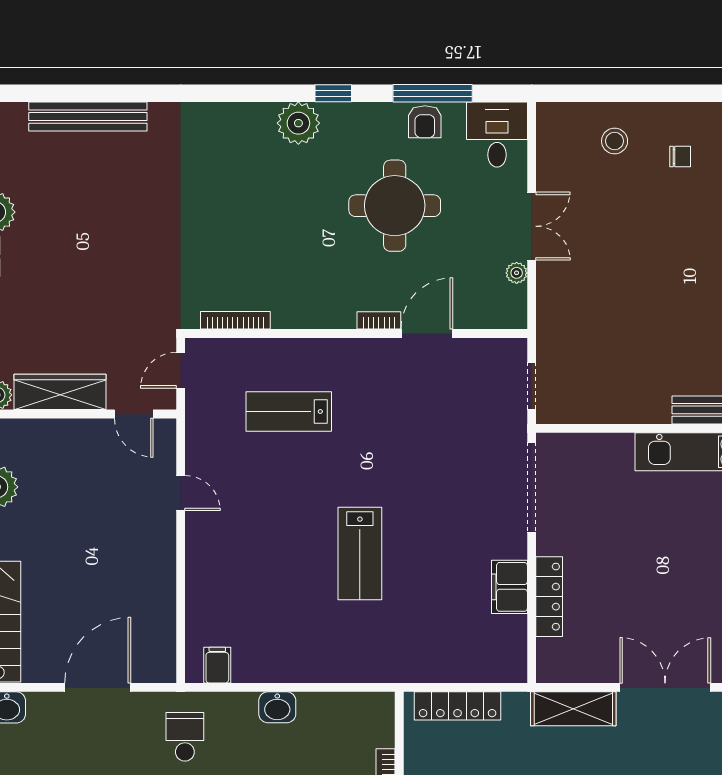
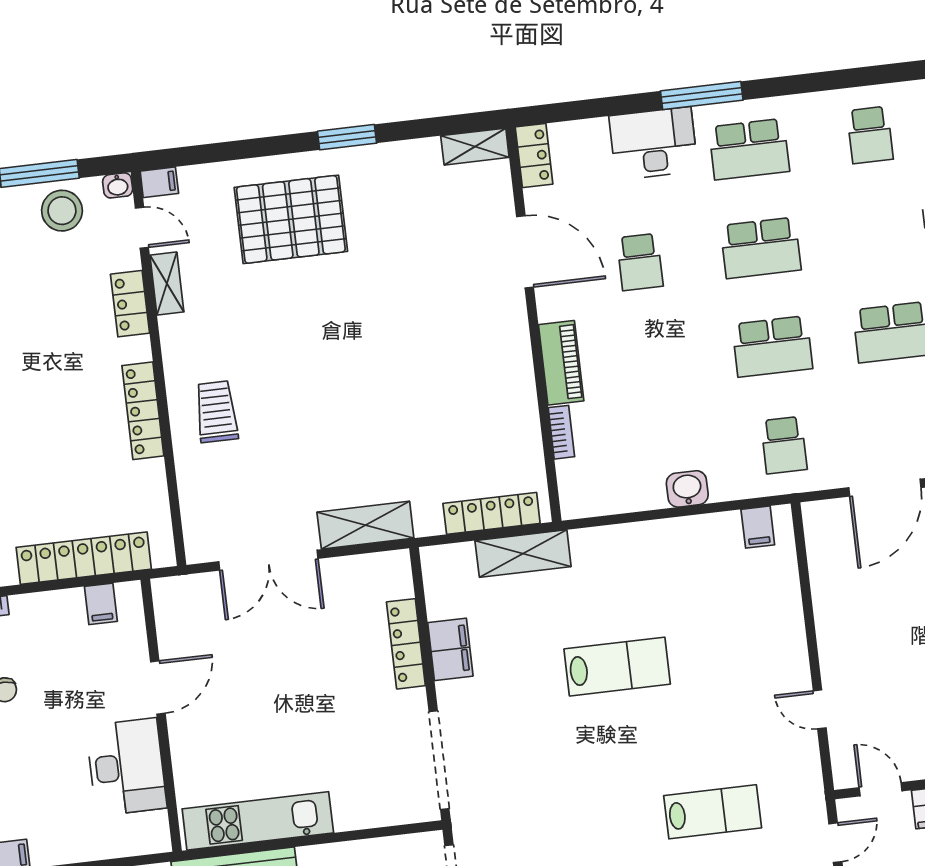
lab bench: (360, 553) -> (617, 667), turned 90
shelving: (433, 666) -> (523, 554), added

